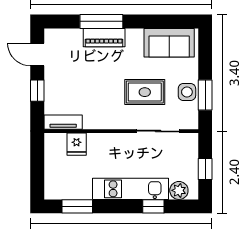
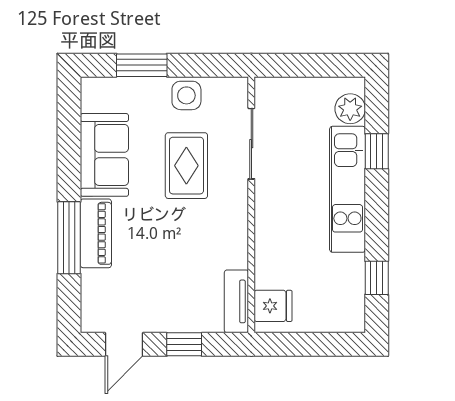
sofa: (169, 43) -> (104, 155), moved
window: (205, 95) -> (142, 65), moved
fridge: (77, 144) -> (273, 306), moved
window: (205, 169) -> (314, 65), removed
window: (77, 206) -> (377, 278), width x0.67

